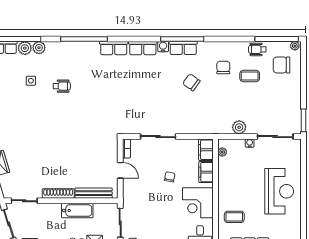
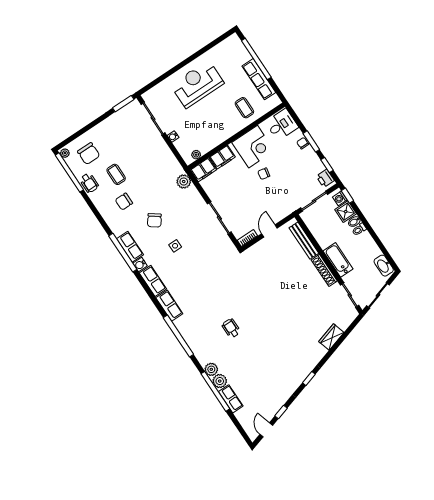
side table: (31, 81) -> (175, 246), moved
plant: (239, 127) -> (184, 182), moved
chair: (170, 177) -> (264, 174), moved
bathtub: (77, 211) -> (338, 260), moved

